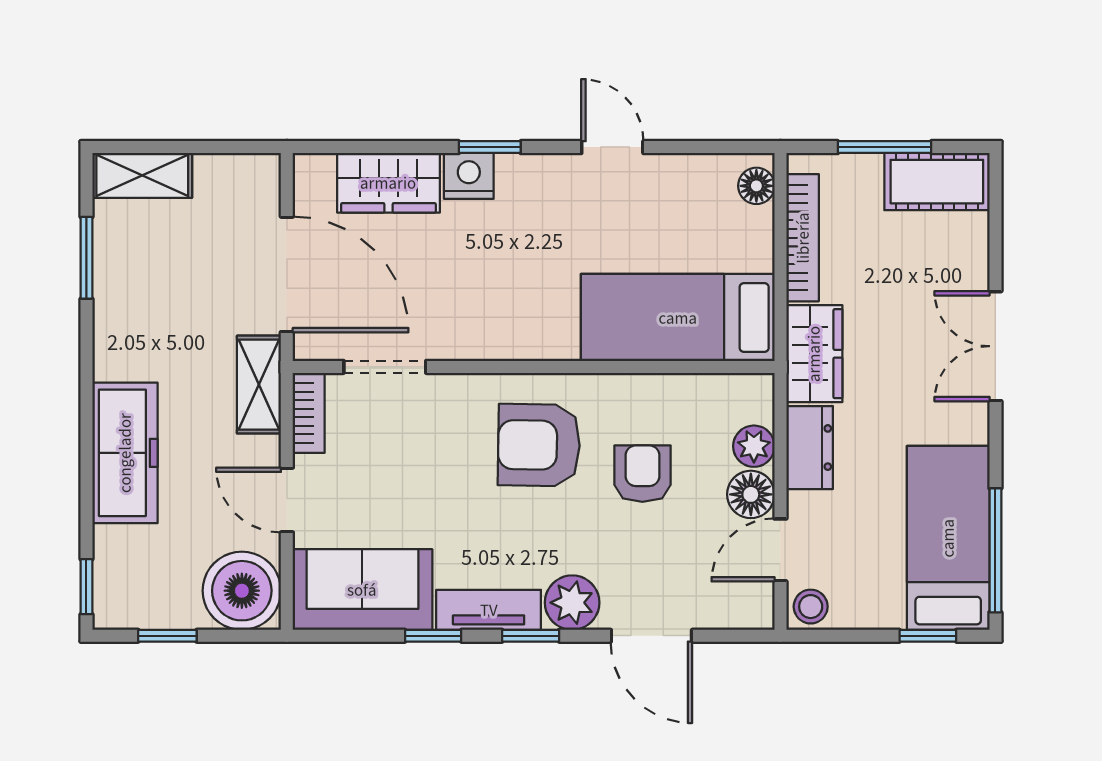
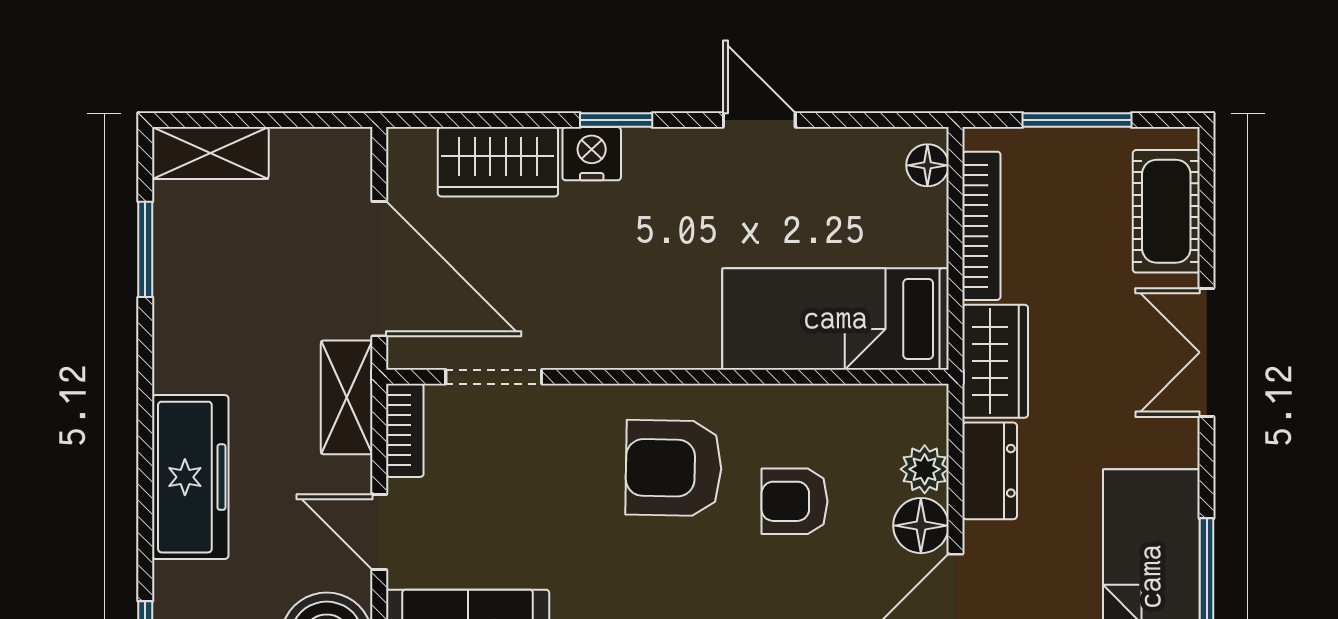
cot: (937, 182) -> (1166, 211), moved, turned 90
armchair: (642, 474) -> (794, 501), turned -90

